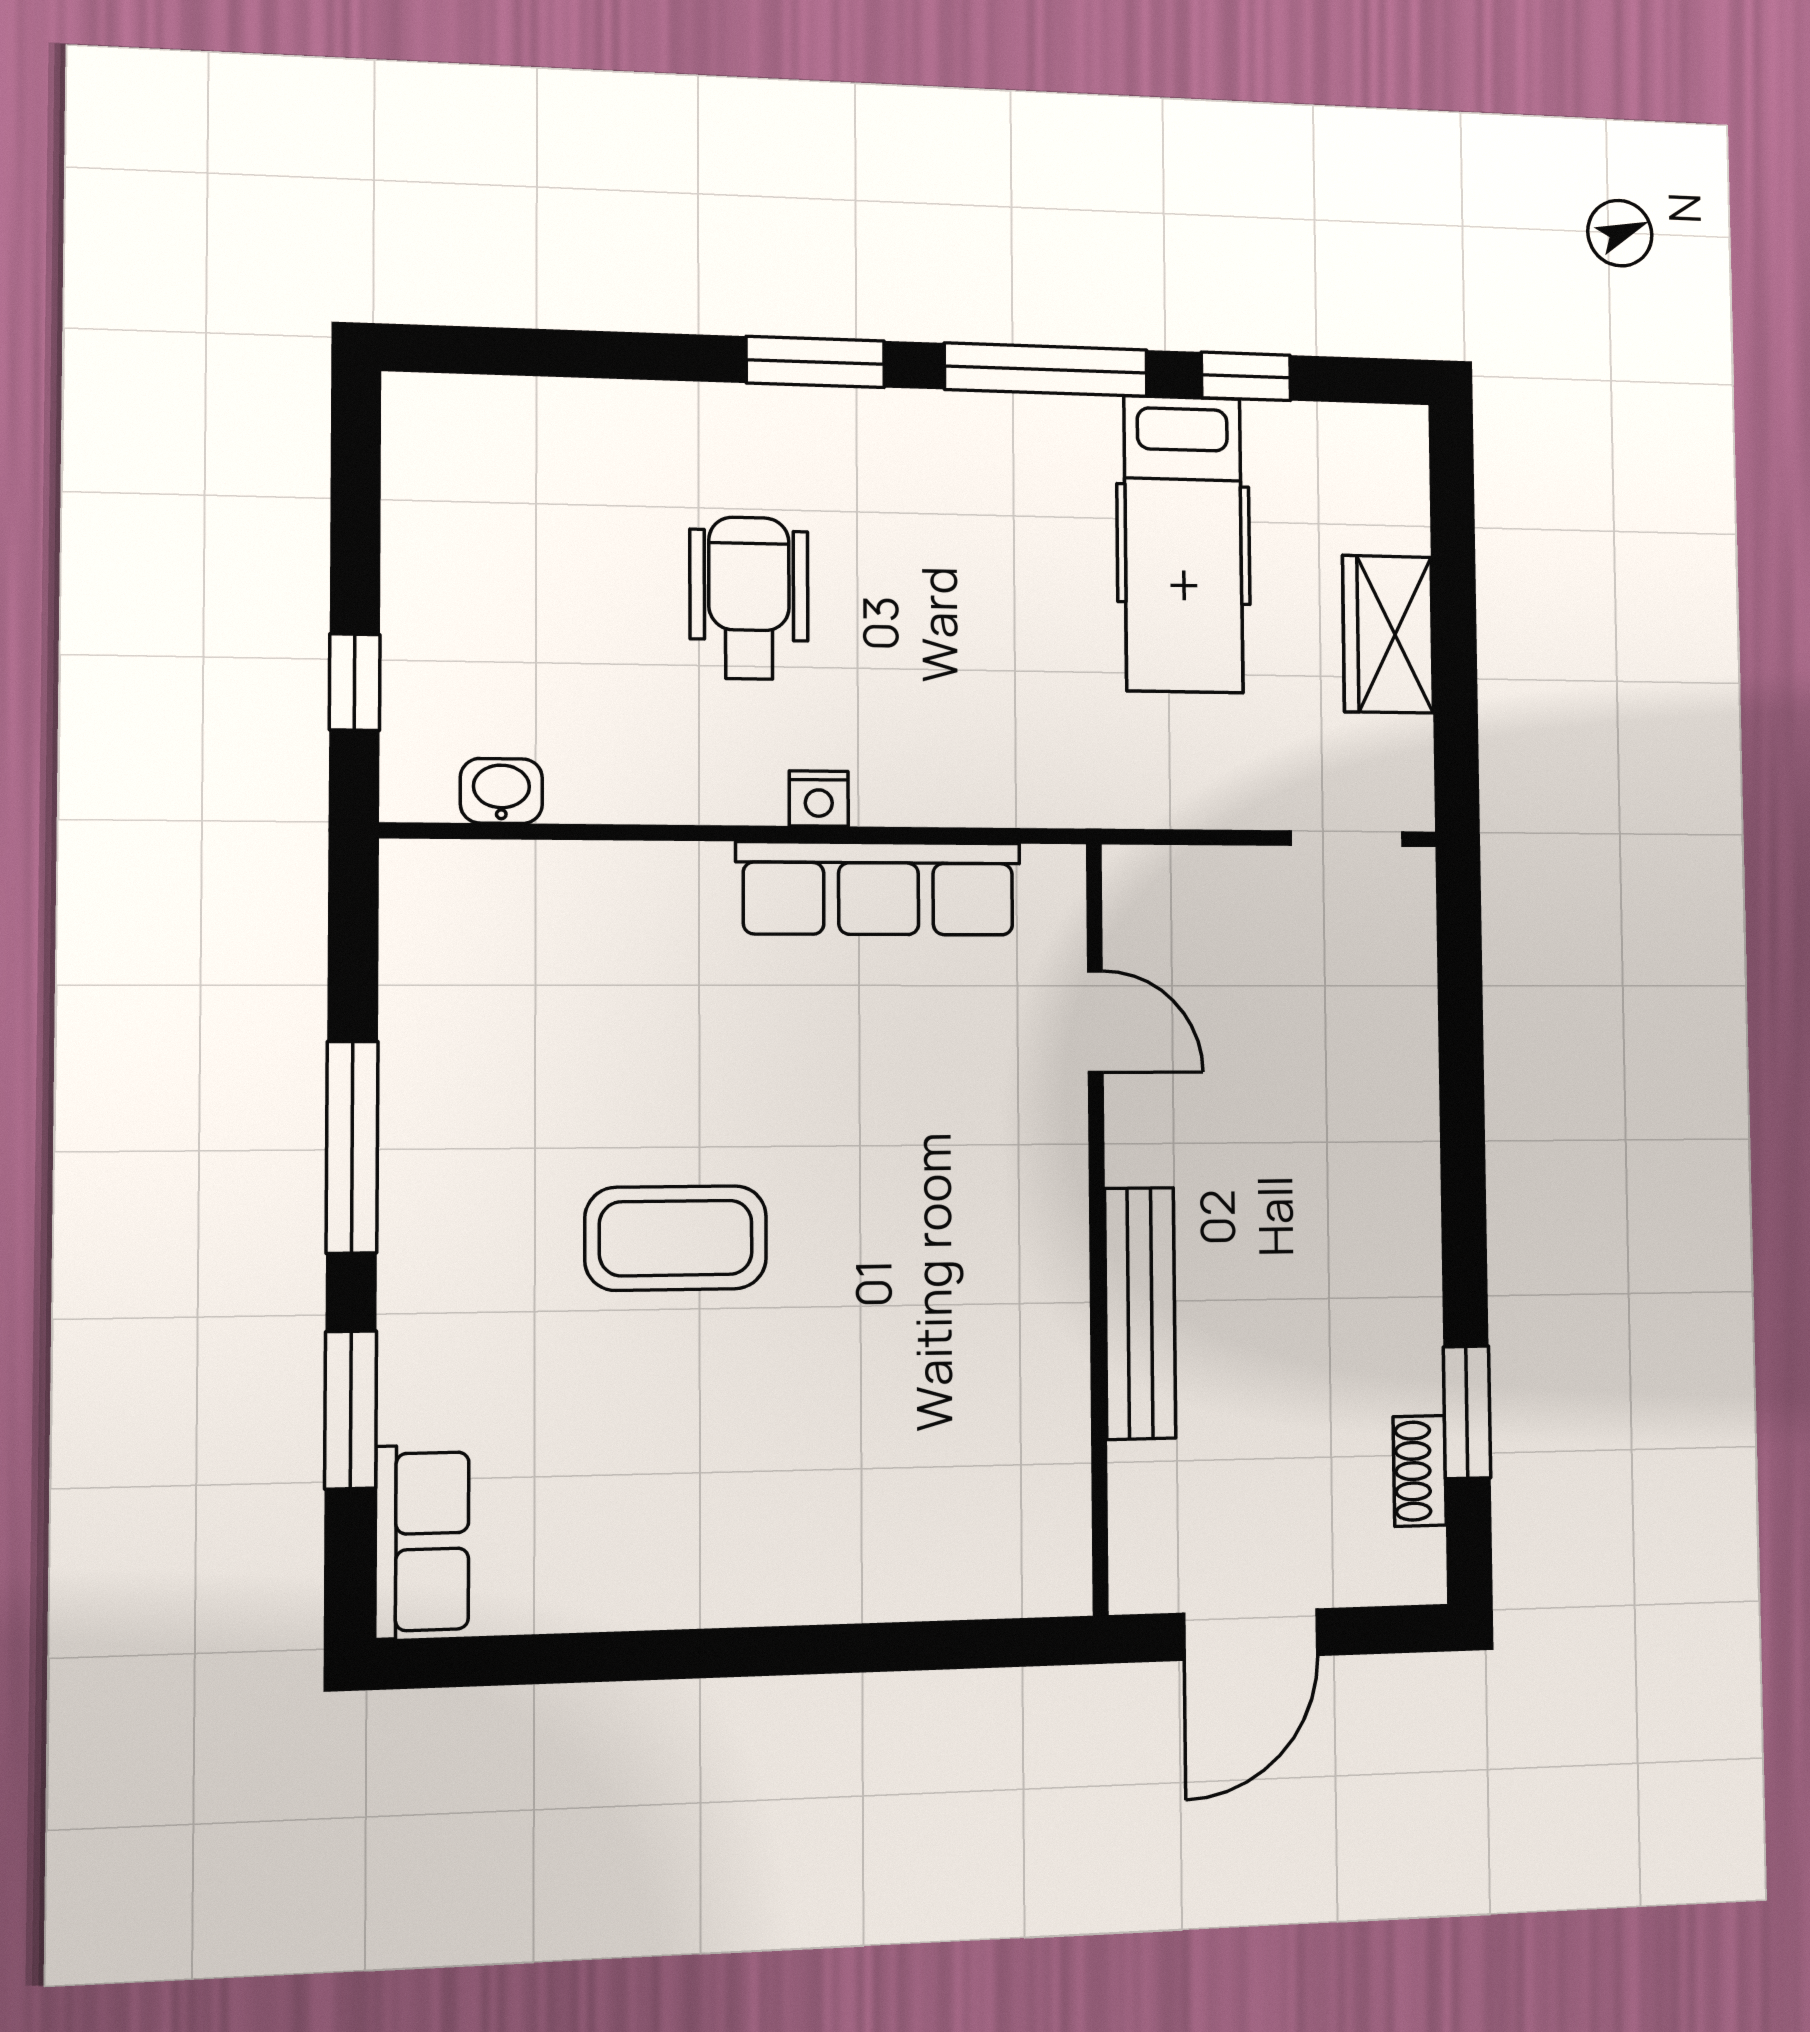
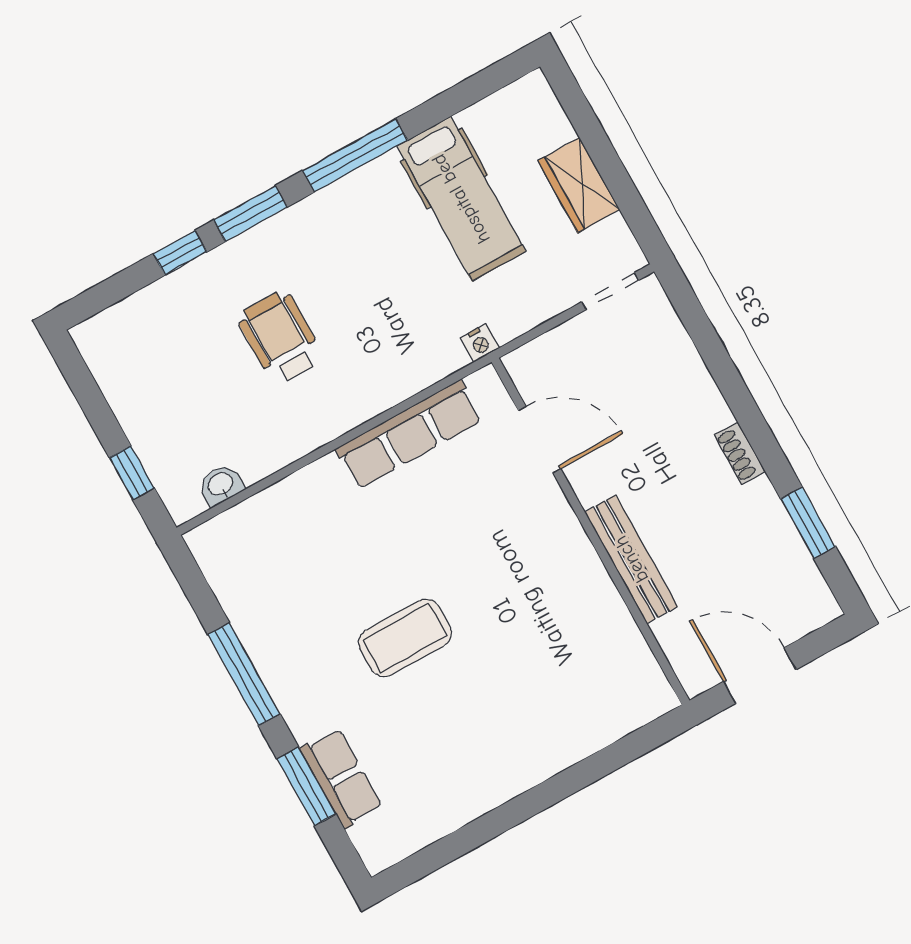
window: (1246, 376) -> (180, 253), moved
nightstand: (819, 799) -> (480, 343), moved
door: (1095, 1022) -> (539, 440), width x1.38
shoe rack: (1420, 1471) -> (740, 453), moved
row of seats: (422, 1541) -> (341, 778), moved
door: (1251, 1634) -> (760, 676), swing flipped

